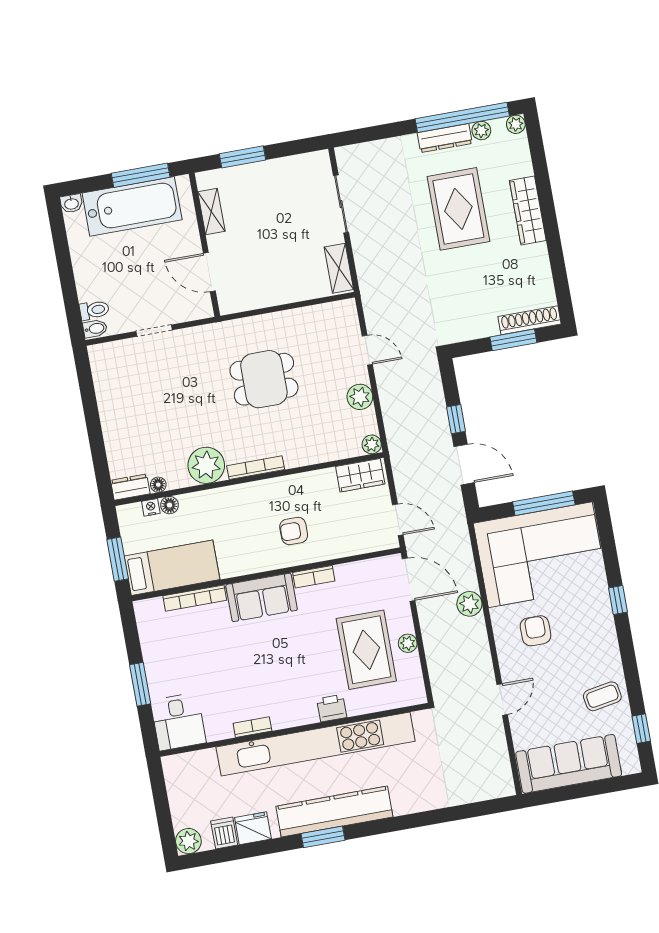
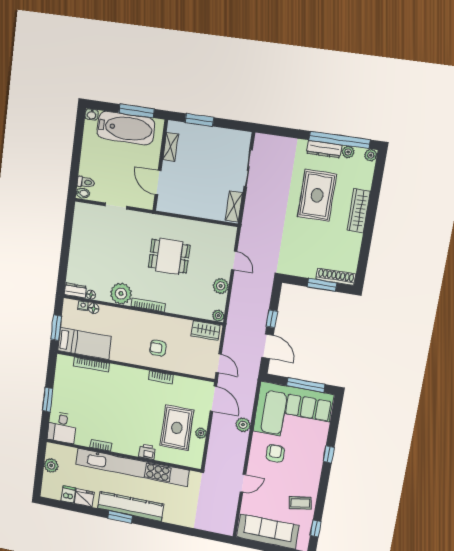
sofa: (262, 597) -> (128, 378), removed
plant: (188, 841) -> (51, 465), moved

